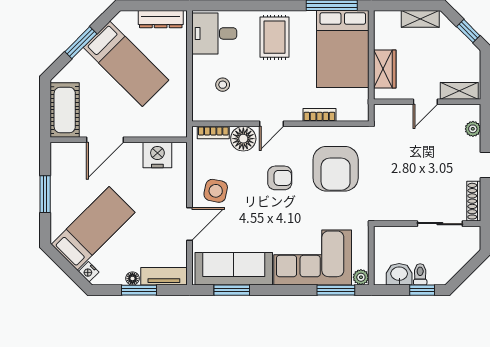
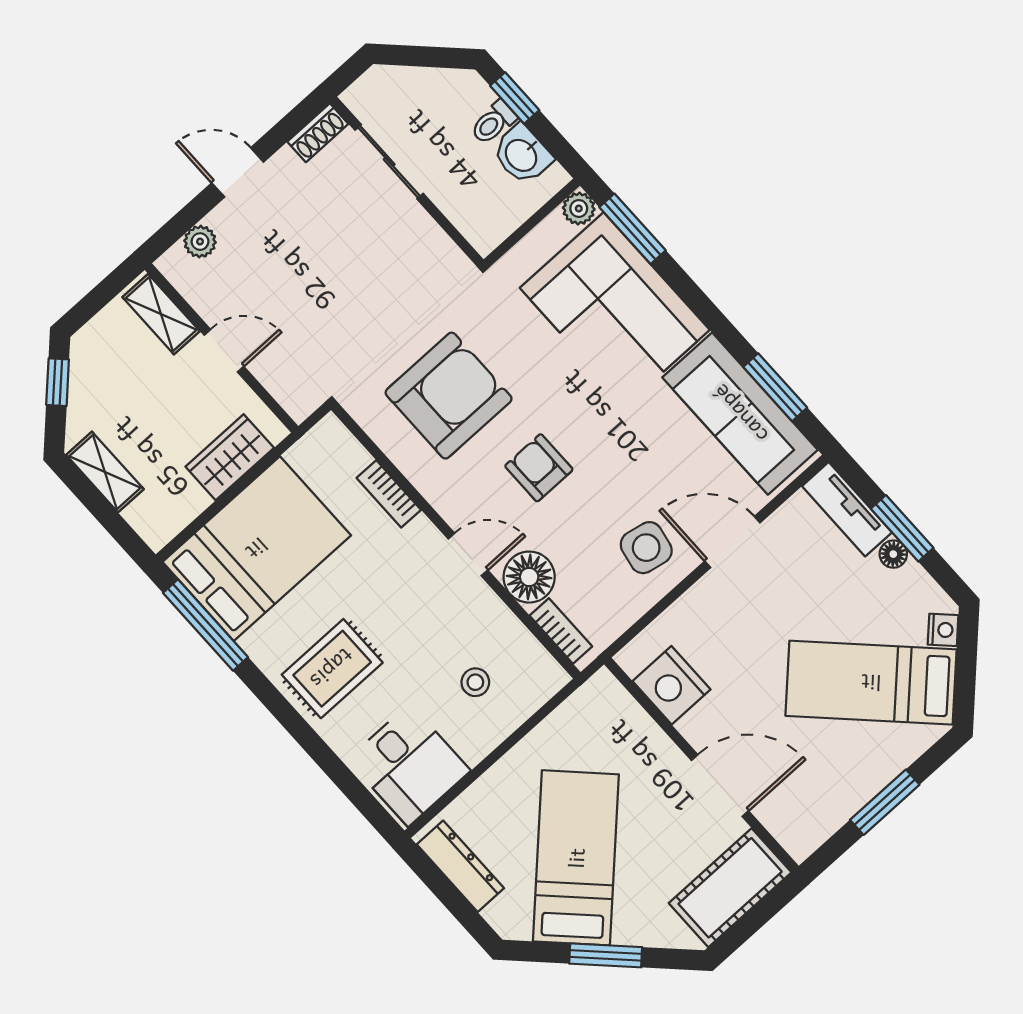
shoe rack: (474, 201) -> (318, 133), width x0.70

